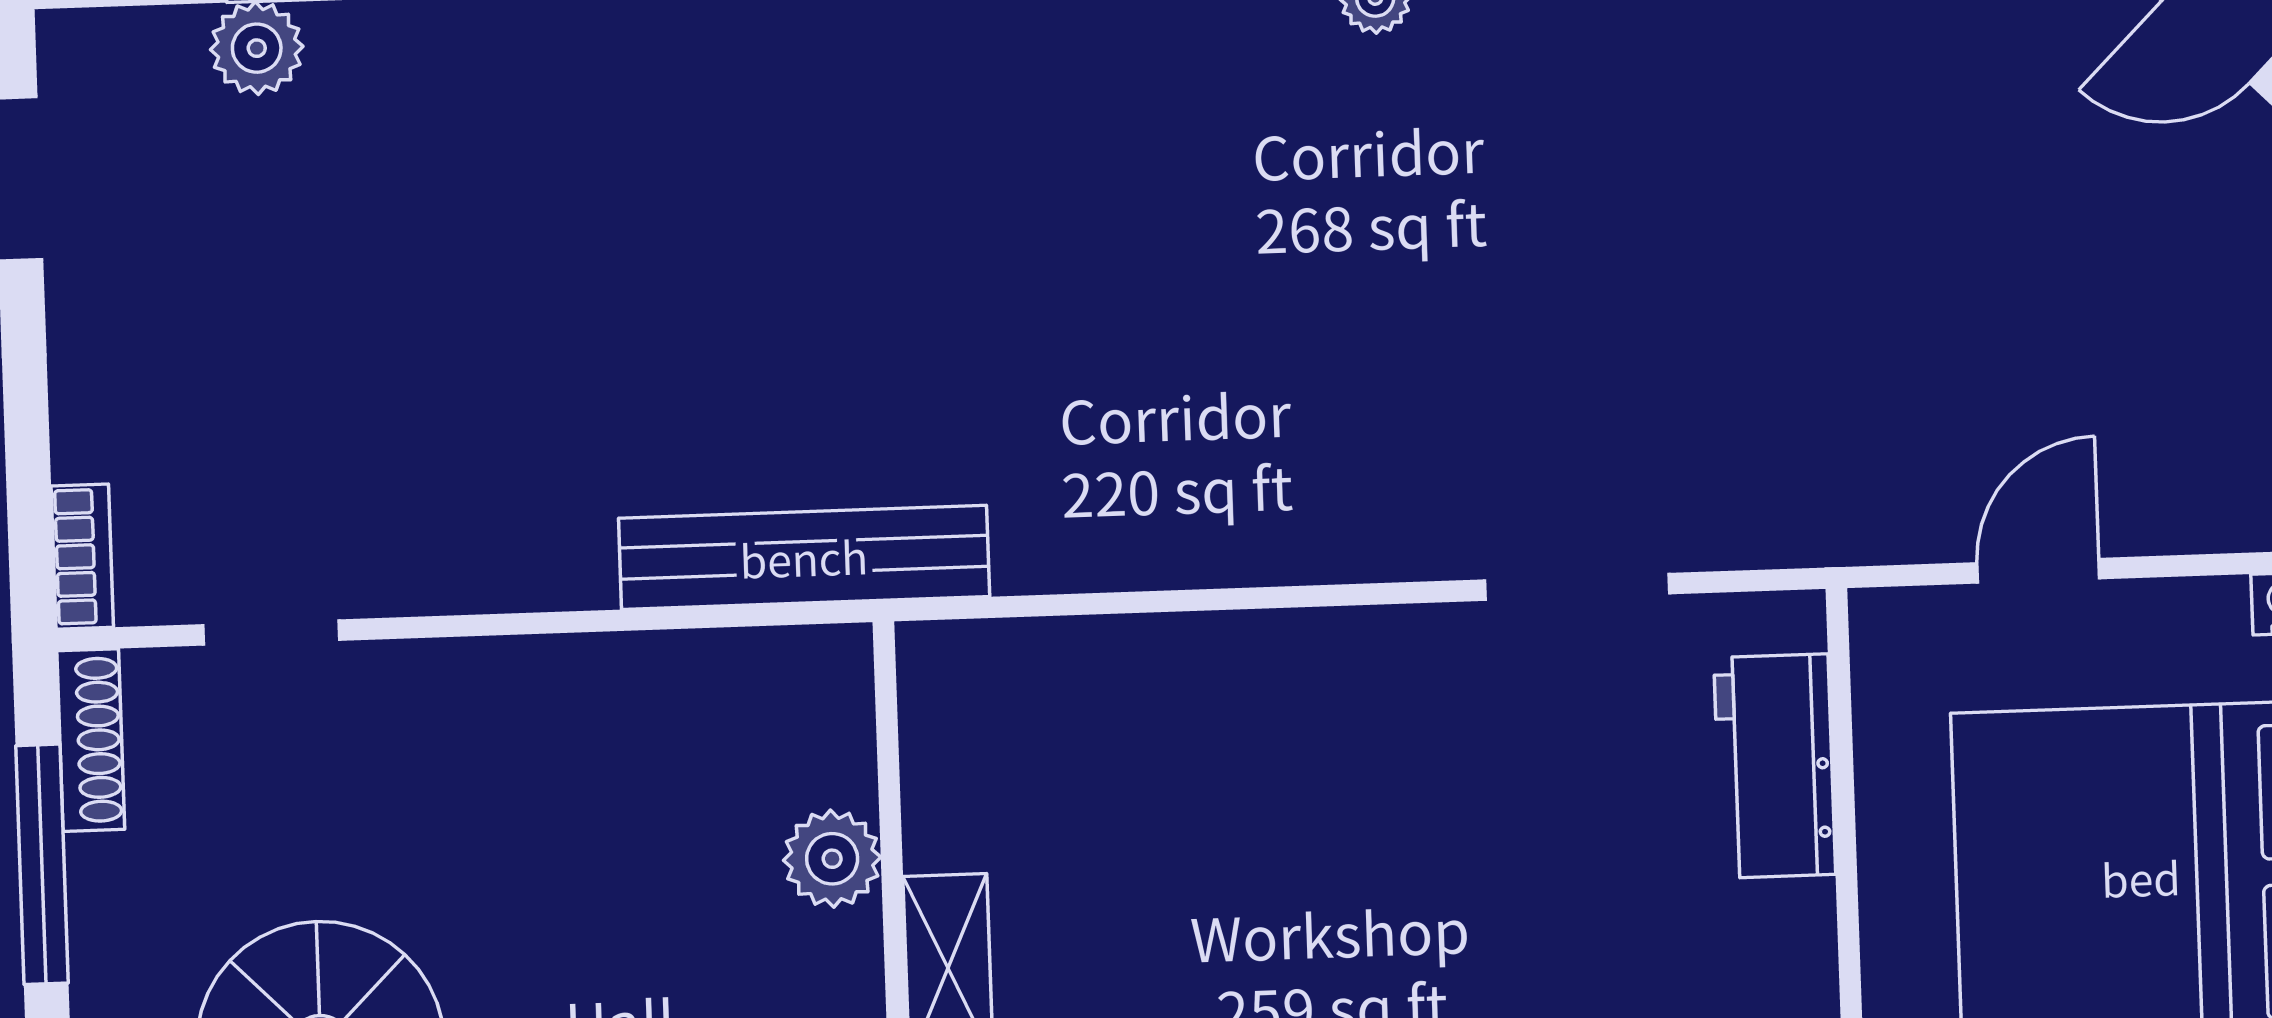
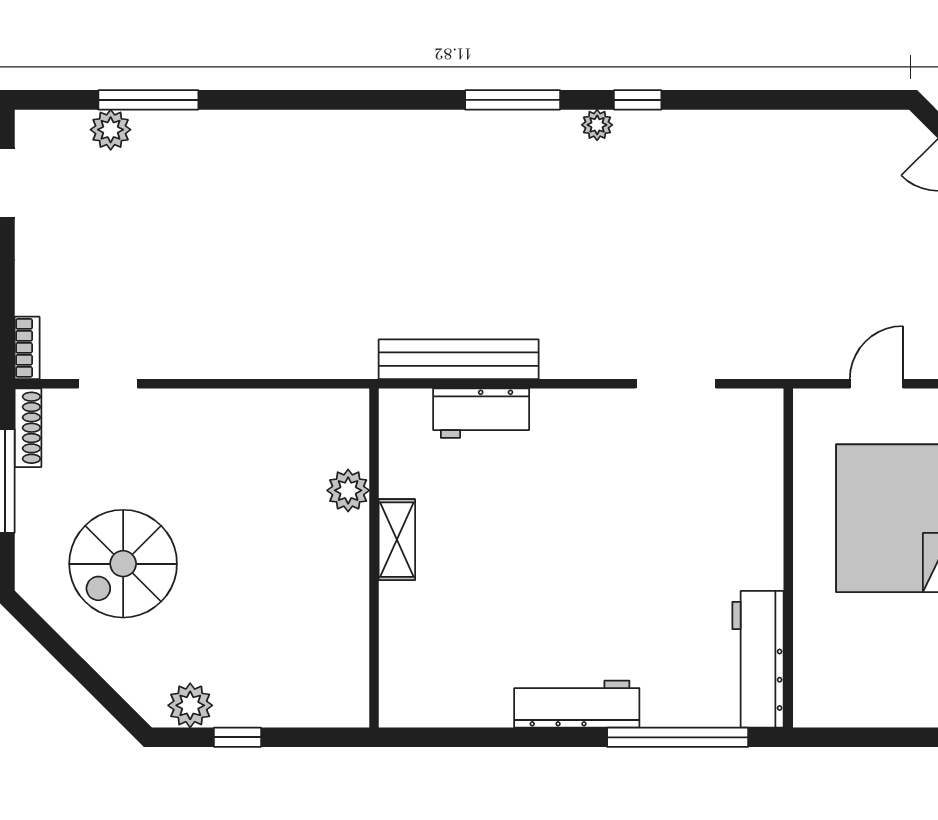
bench: (804, 557) -> (459, 359), moved
workbench: (1775, 766) -> (481, 413), moved, turned -90

